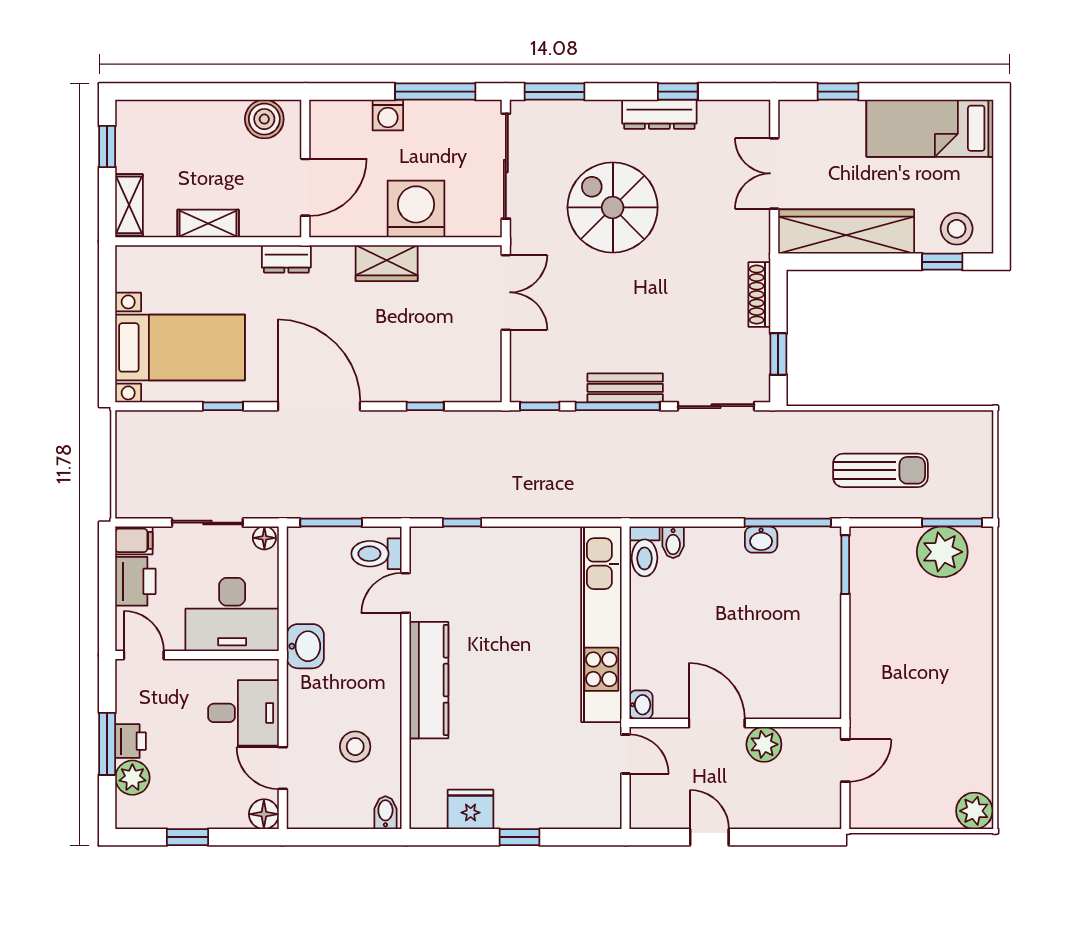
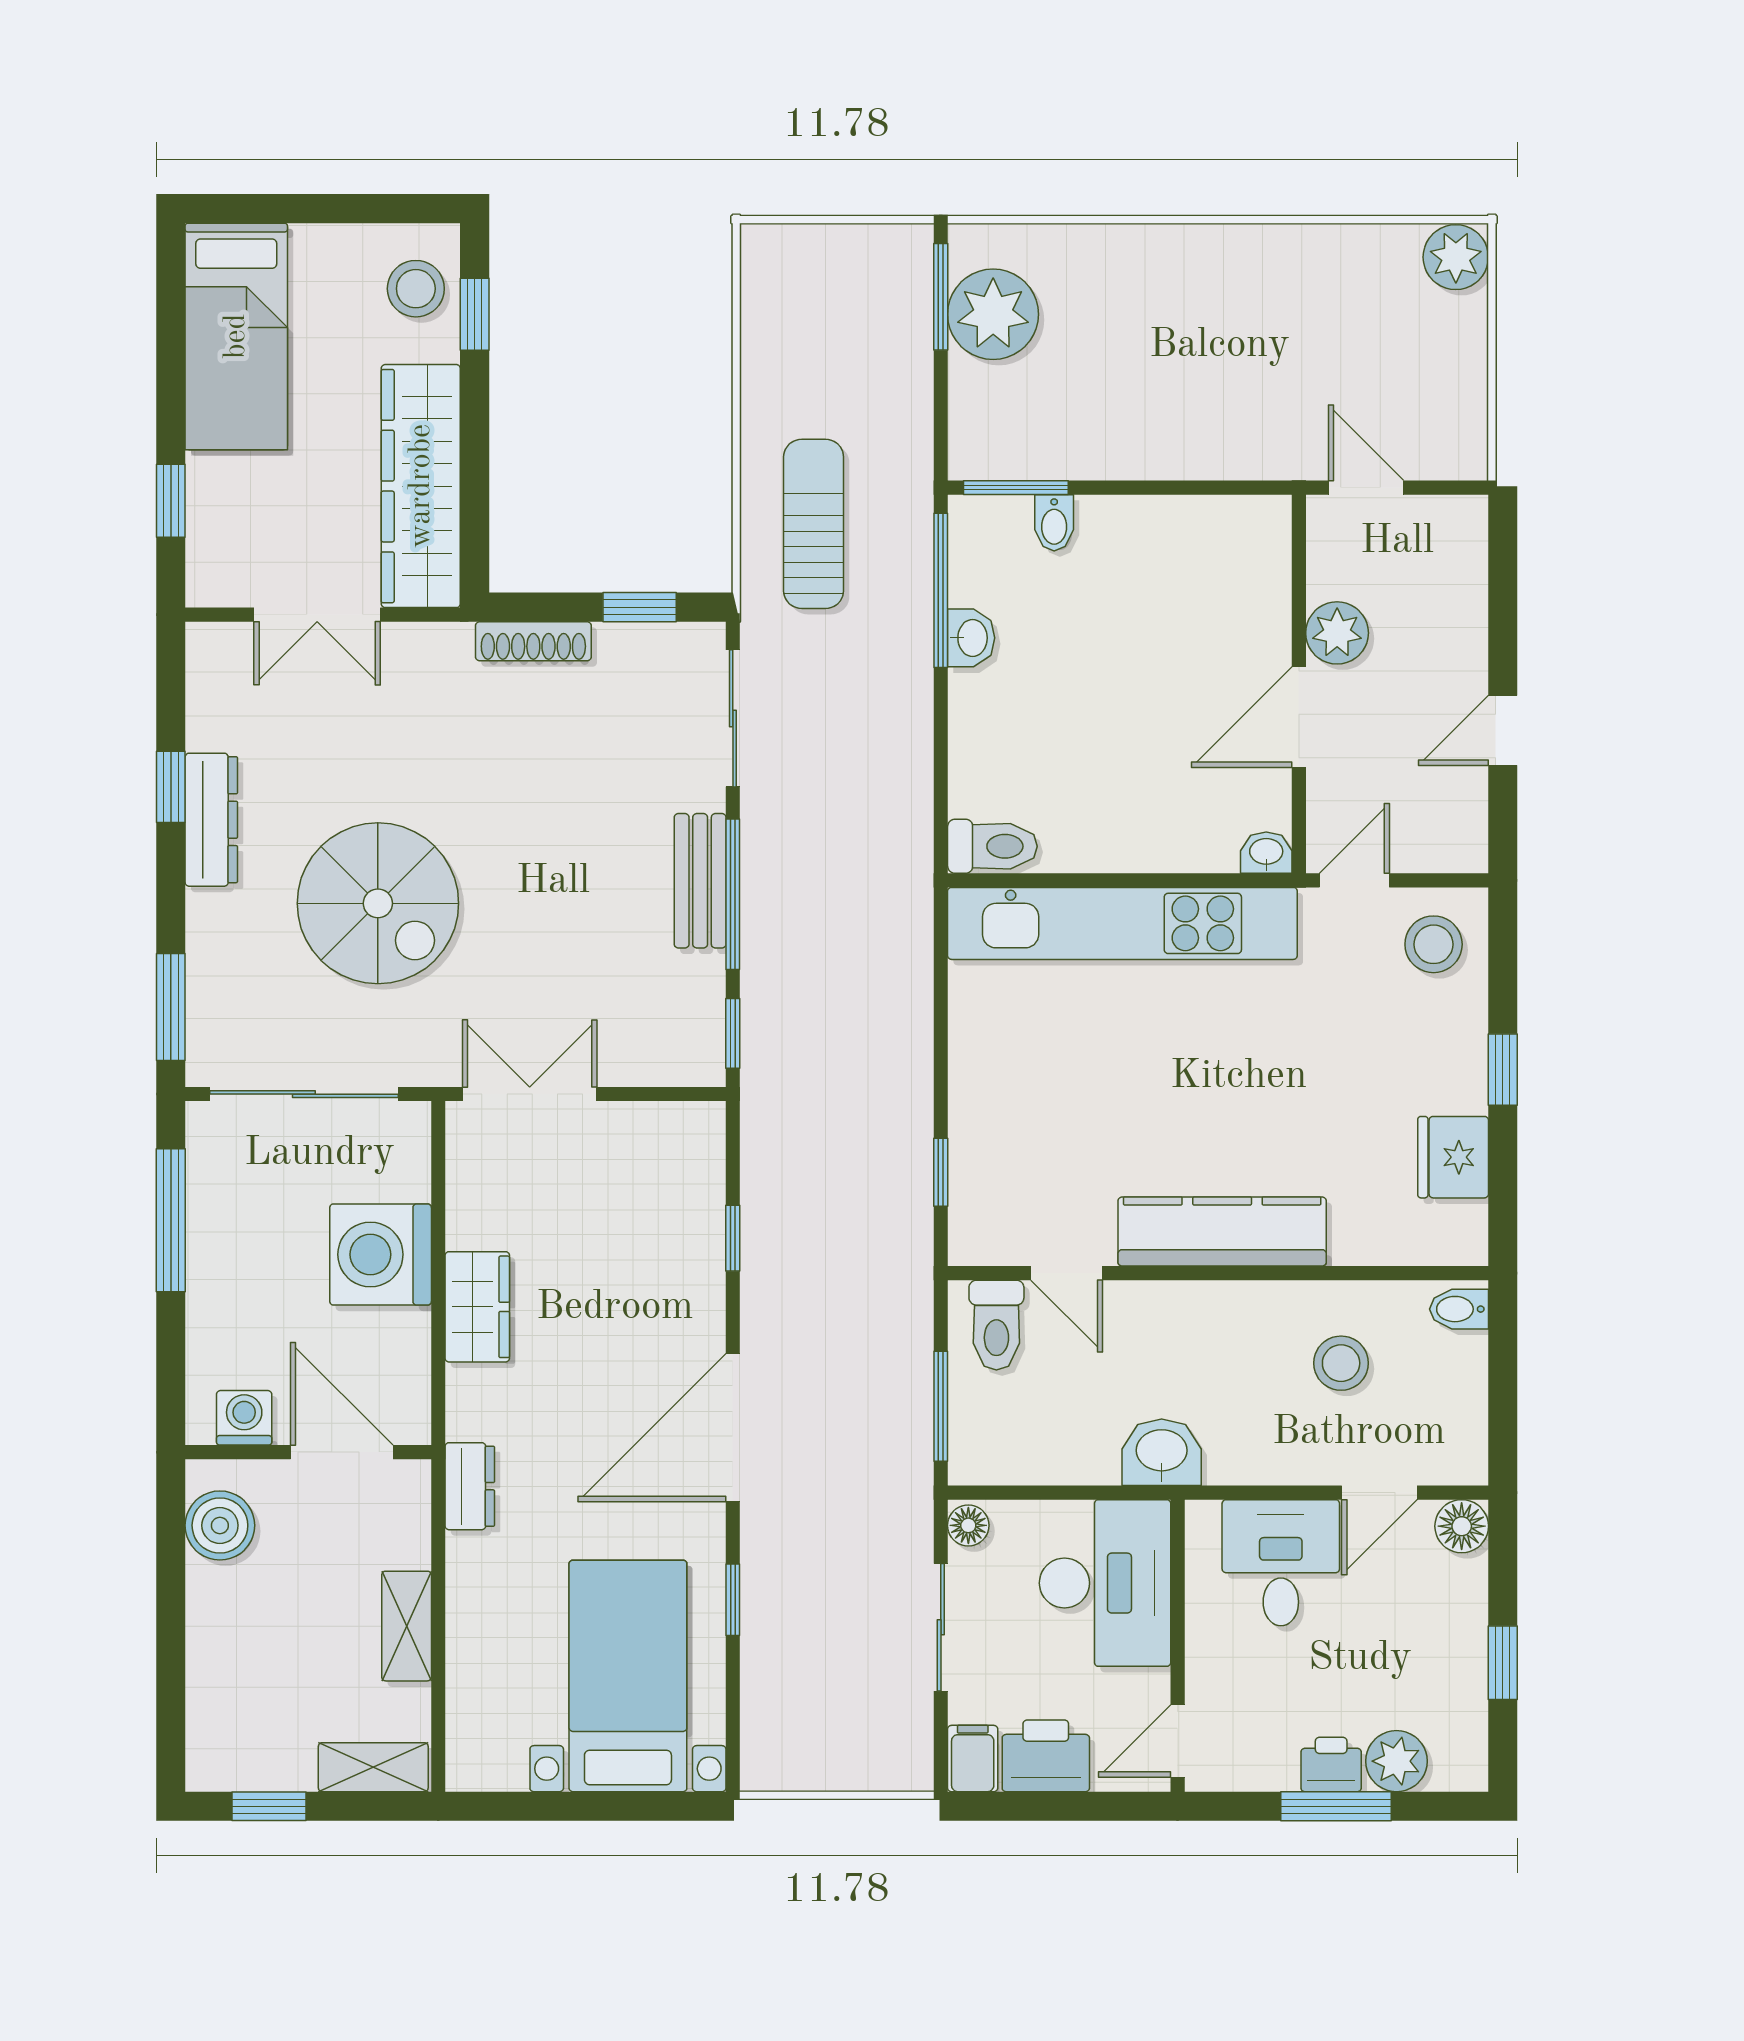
washing machine: (388, 115) -> (244, 1418), moved, turned -90
spiral stairs: (613, 207) -> (378, 903), turned -90
sun lounger: (880, 470) -> (814, 524), moved
bidet: (673, 542) -> (1054, 523), moved, turned 90
stool: (590, 798) -> (1434, 944), added

